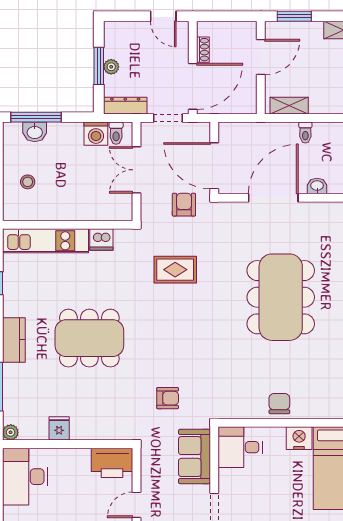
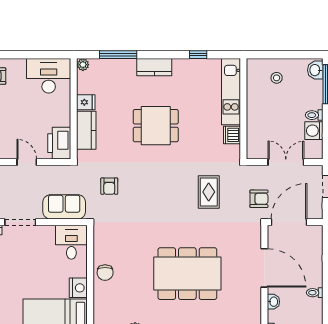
washbasin: (35, 132) -> (315, 70), moved
toilet: (116, 133) -> (314, 115), moved
dining table: (89, 338) -> (156, 126), width x0.73
chair: (279, 404) -> (105, 273), turned 90
kitchen counter: (95, 428) -> (86, 130), added

